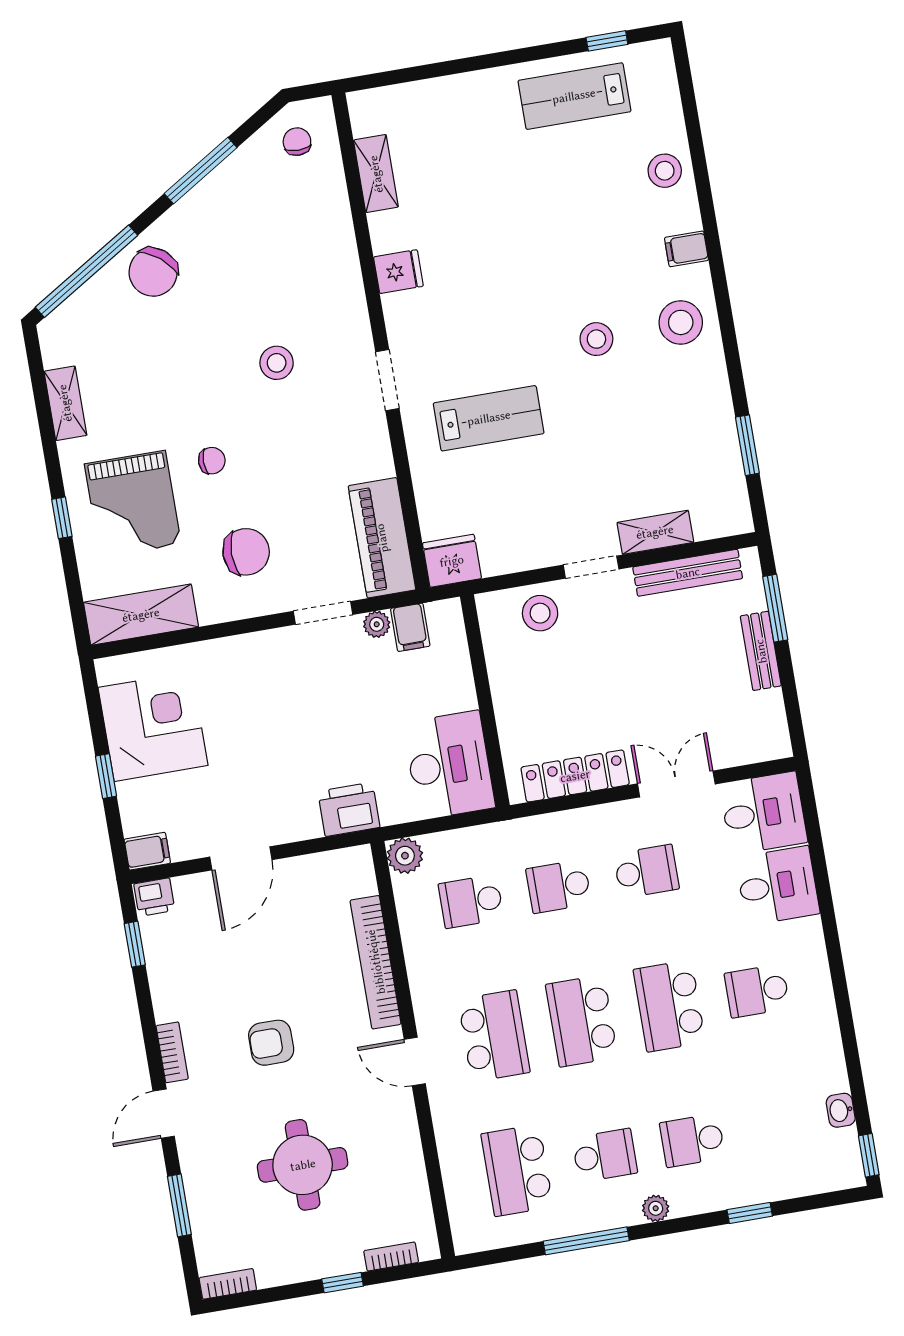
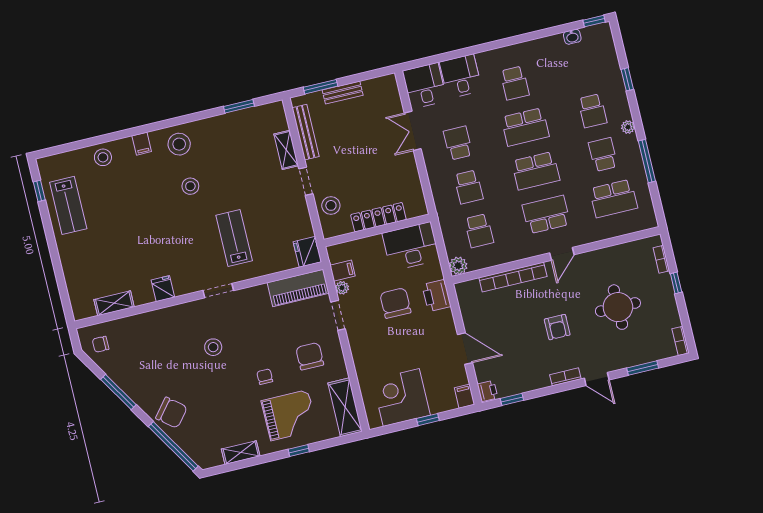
chair: (340, 727) -> (395, 303), added
locker: (575, 776) -> (378, 217), moved, turned 90

